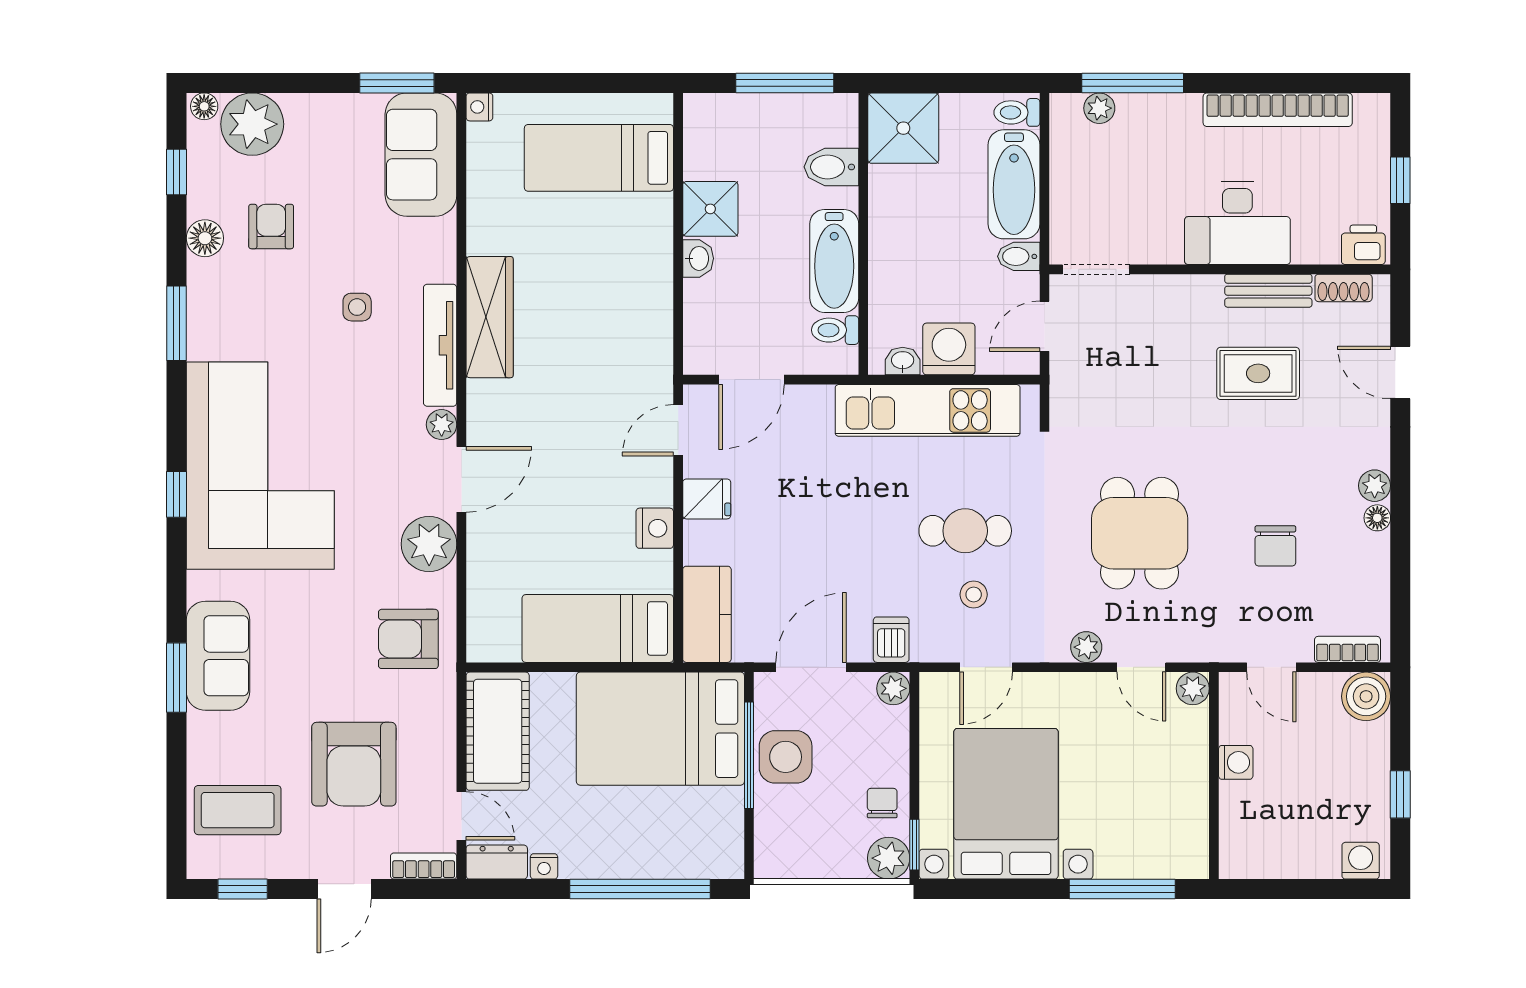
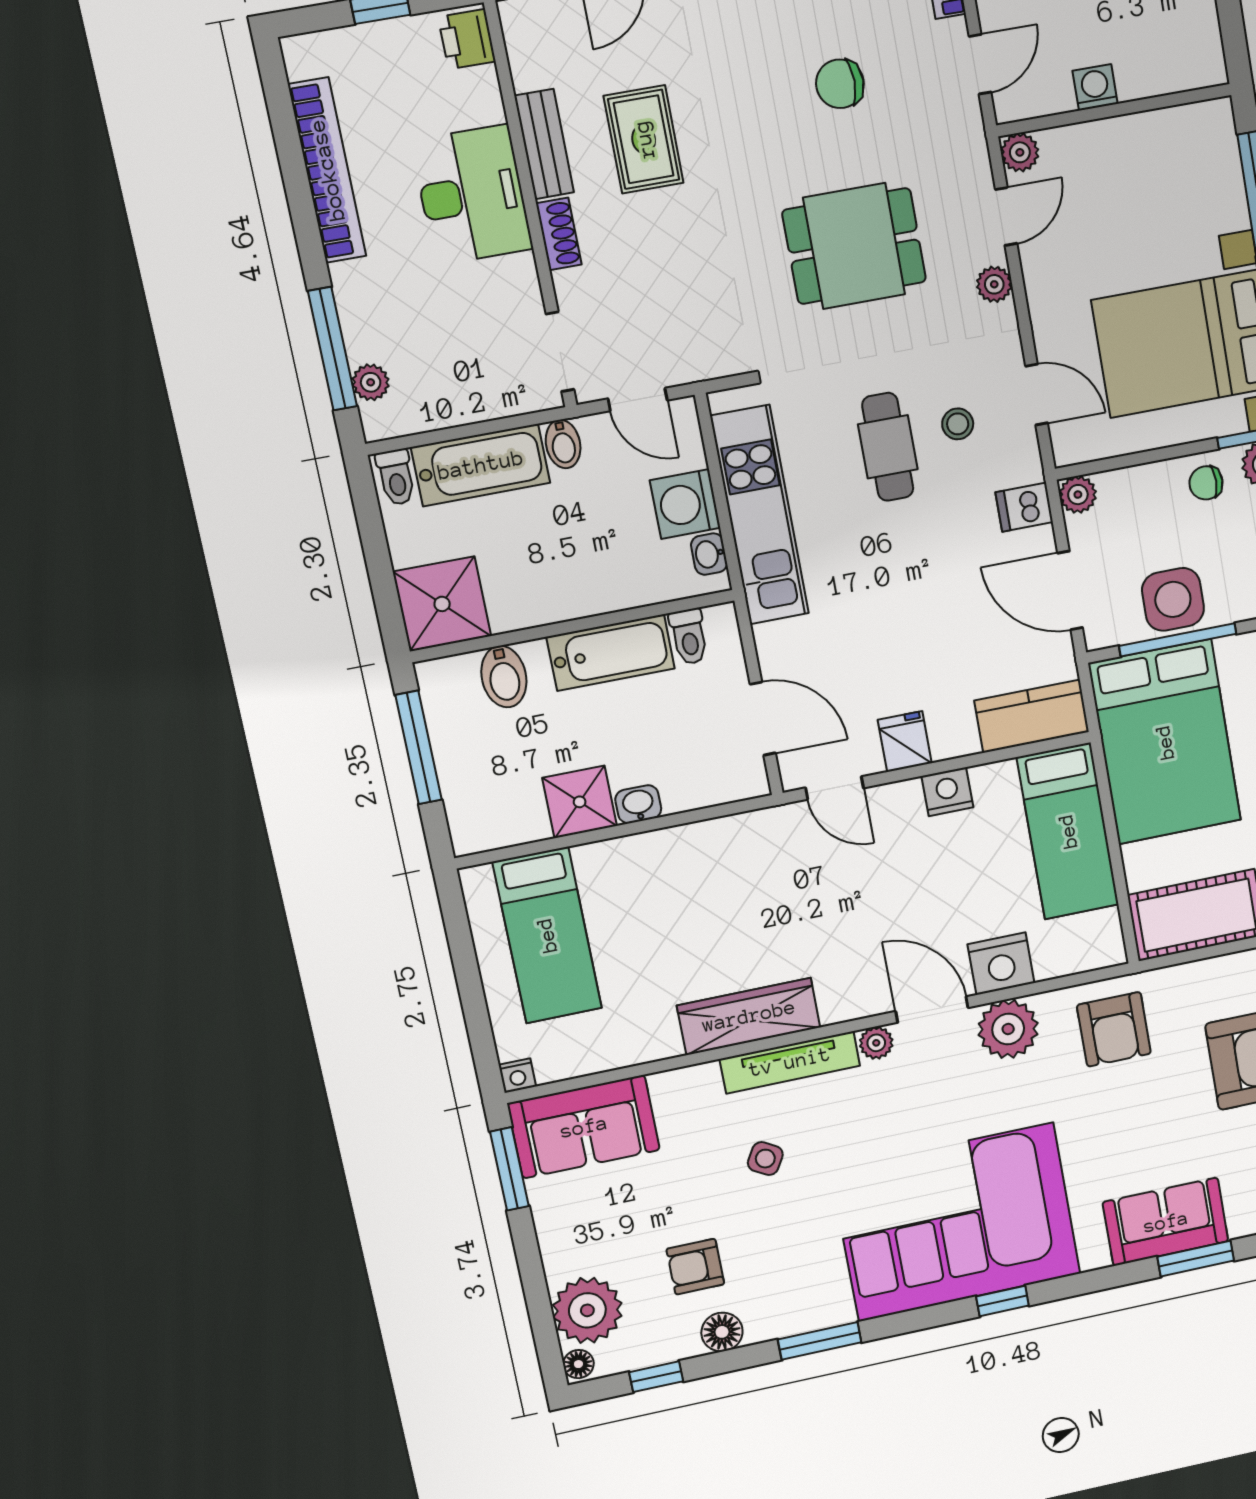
shoe rack: (1344, 288) -> (559, 234), moved
side table: (357, 307) -> (765, 1159), turned 30
chair: (1275, 546) -> (840, 84), turned 180
nightstand: (490, 548) -> (1001, 964), added

